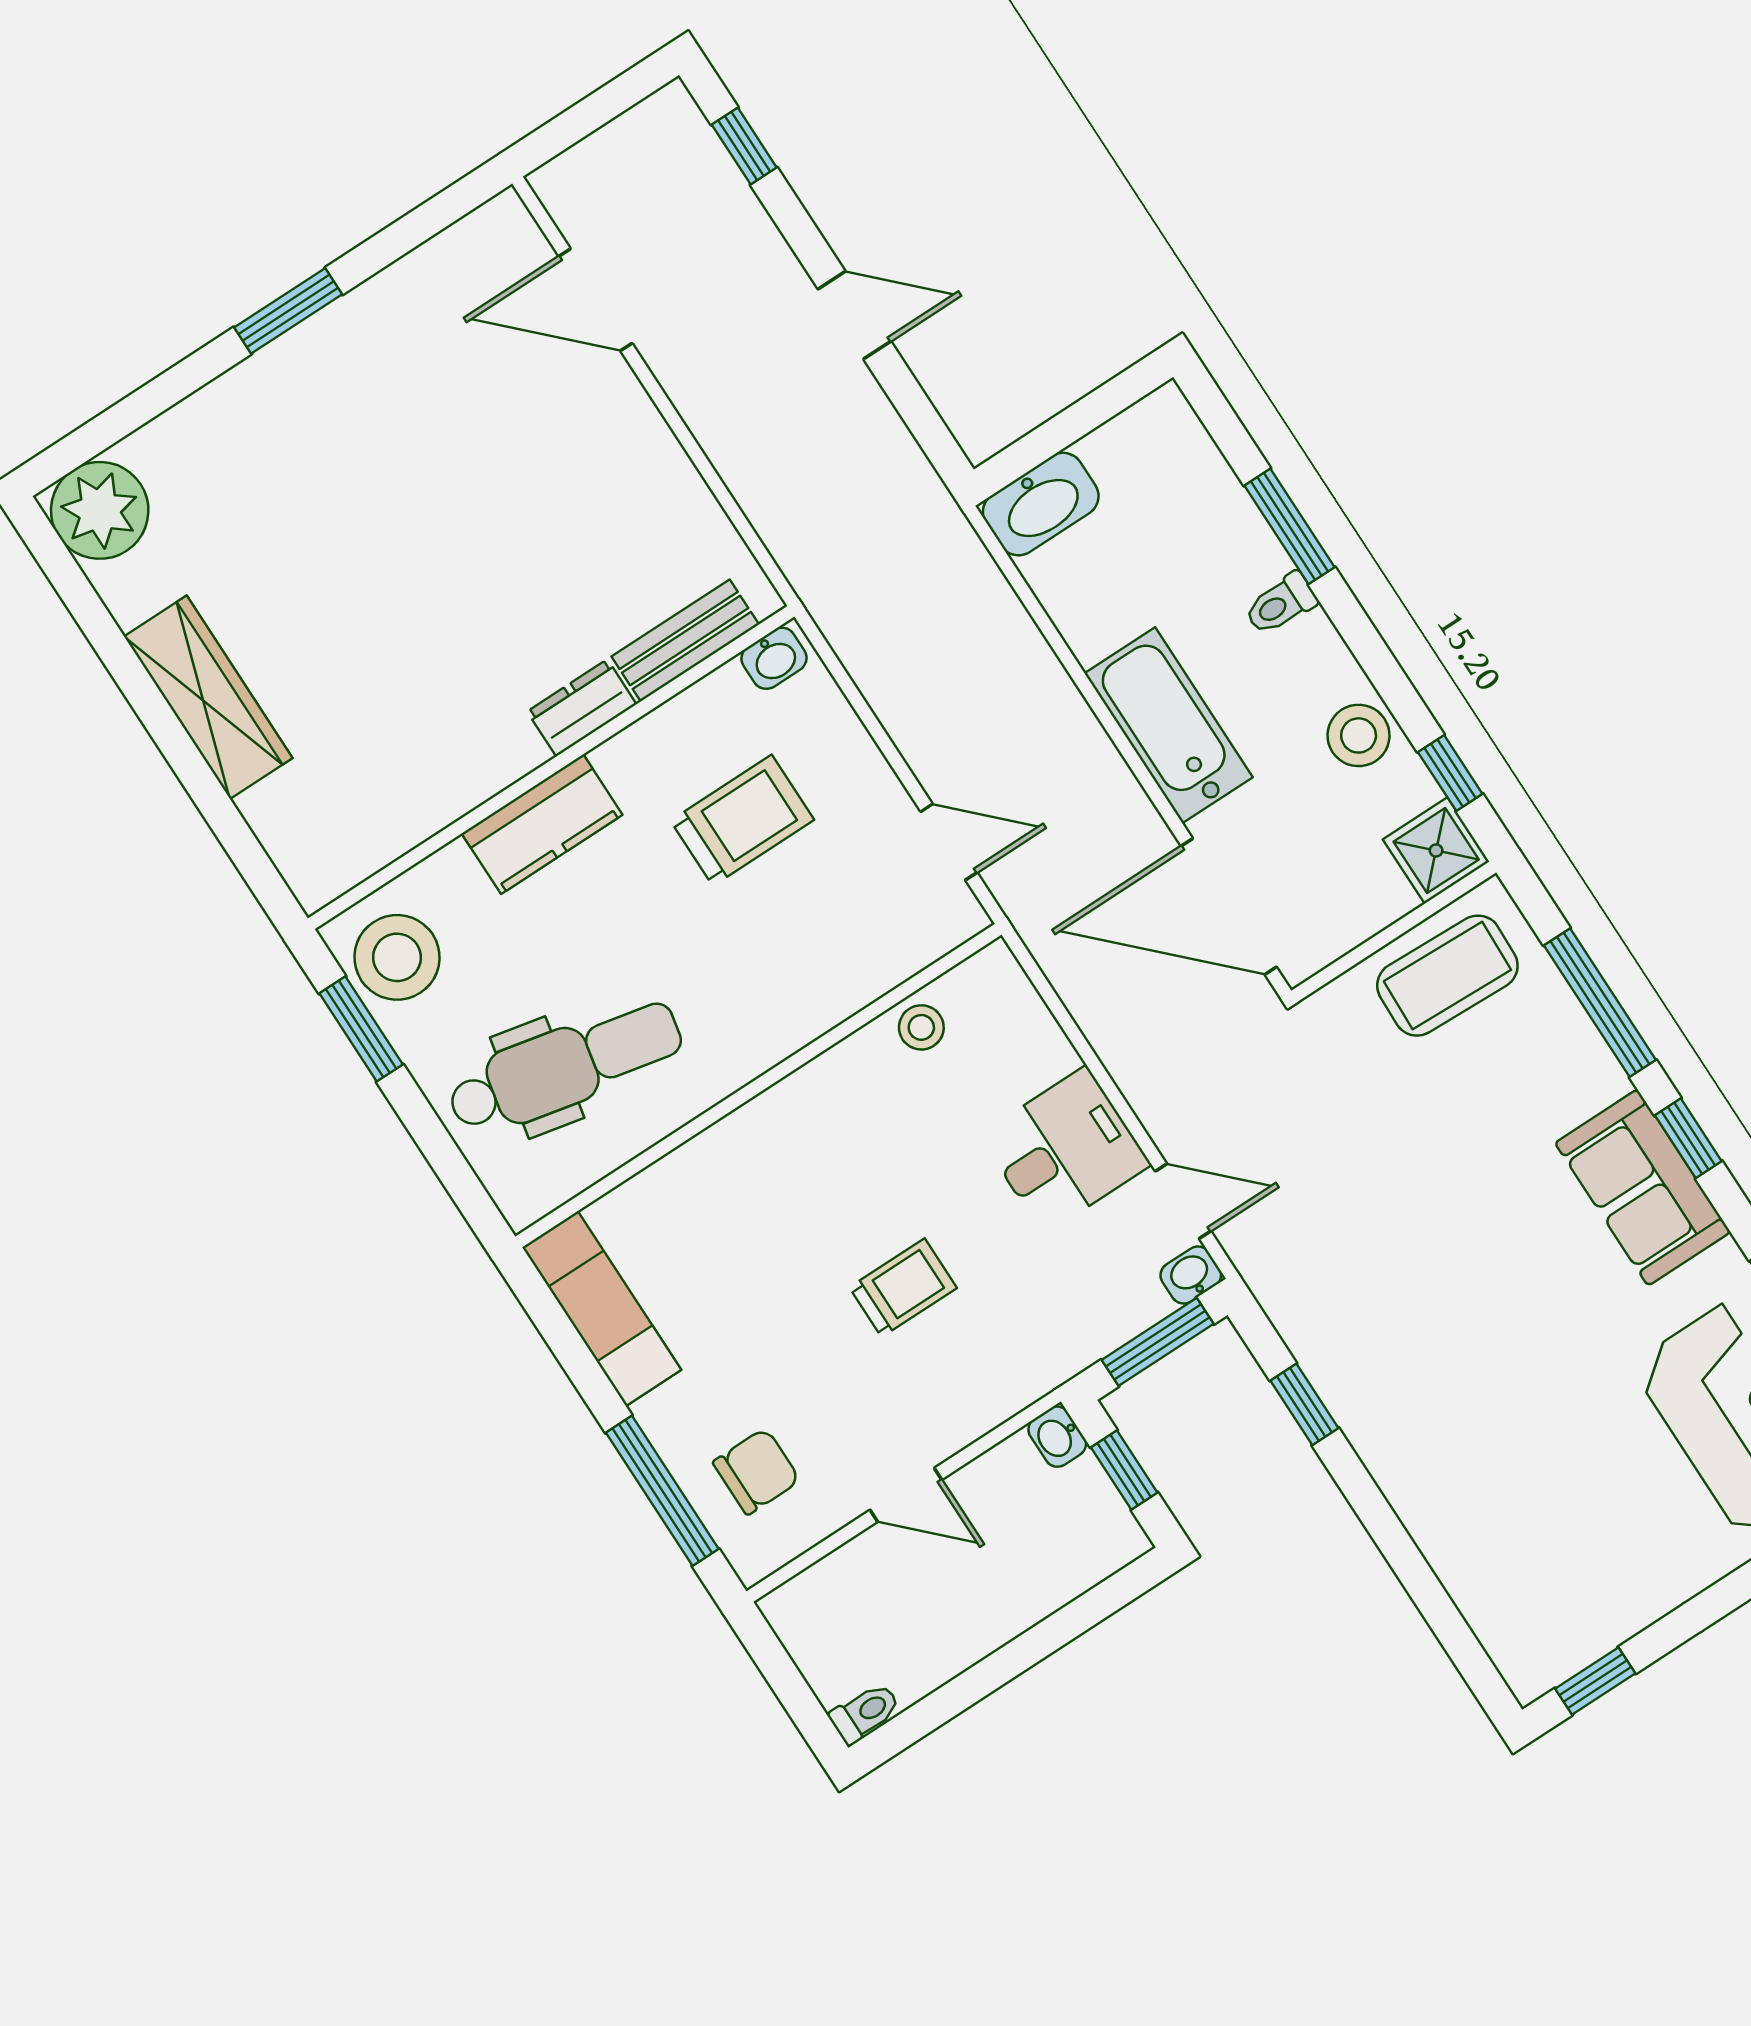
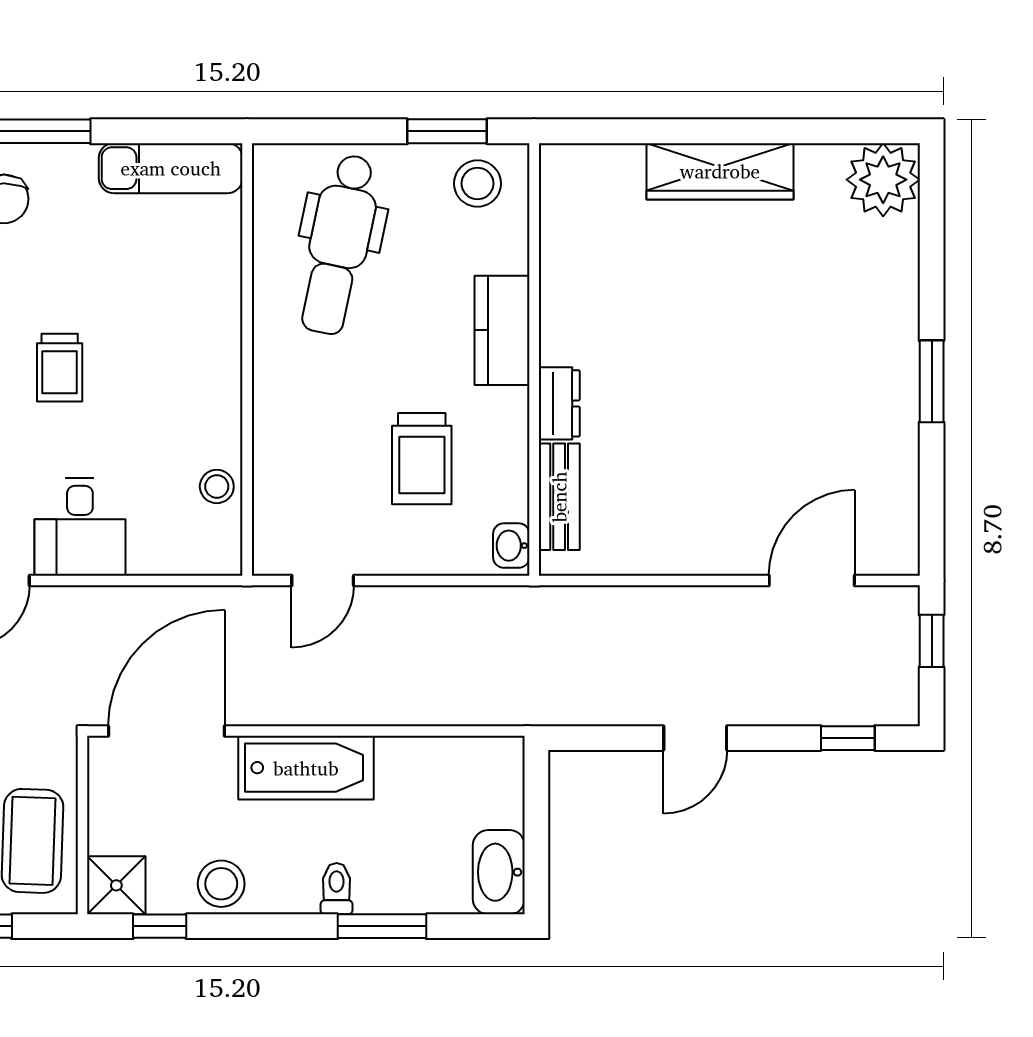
window: (576, 123) -> (932, 641), added
washbasin: (1041, 504) -> (499, 872), moved
stool: (397, 957) -> (477, 184), width x0.73, depth x0.73

